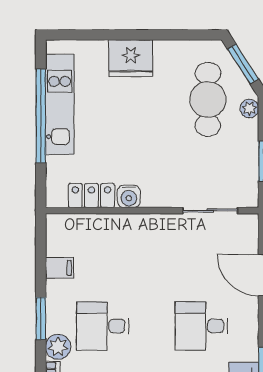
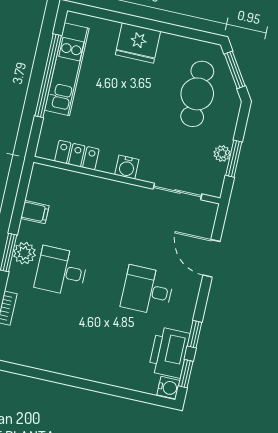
plant: (249, 109) -> (222, 154), moved
water cooler: (129, 196) -> (127, 167), moved
plant: (58, 347) -> (24, 253), moved

